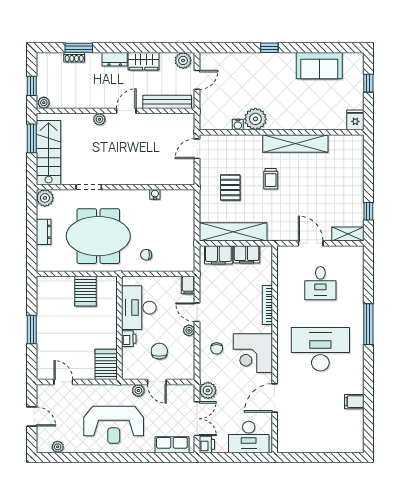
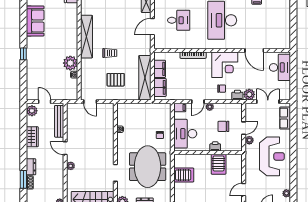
dresser: (115, 59) -> (31, 167), moved
desk: (139, 308) -> (185, 134), moved, turned 90
server rack: (106, 364) -> (219, 164), moved, turned -90
printer: (207, 444) -> (237, 95), moved

